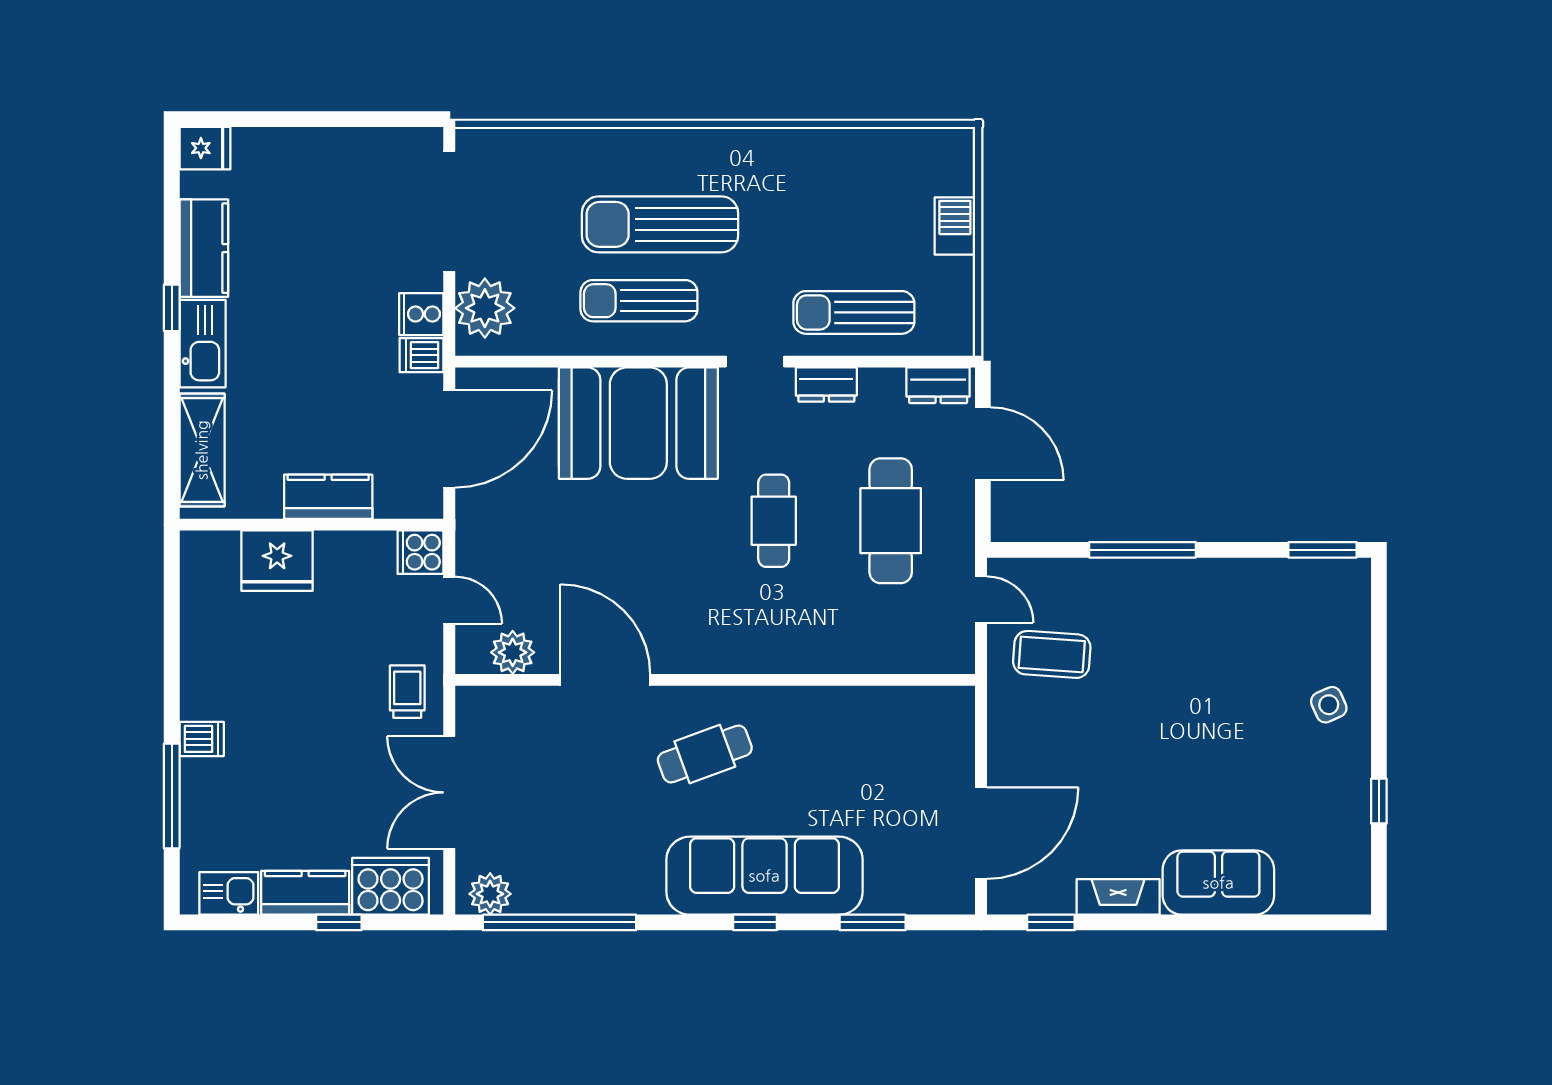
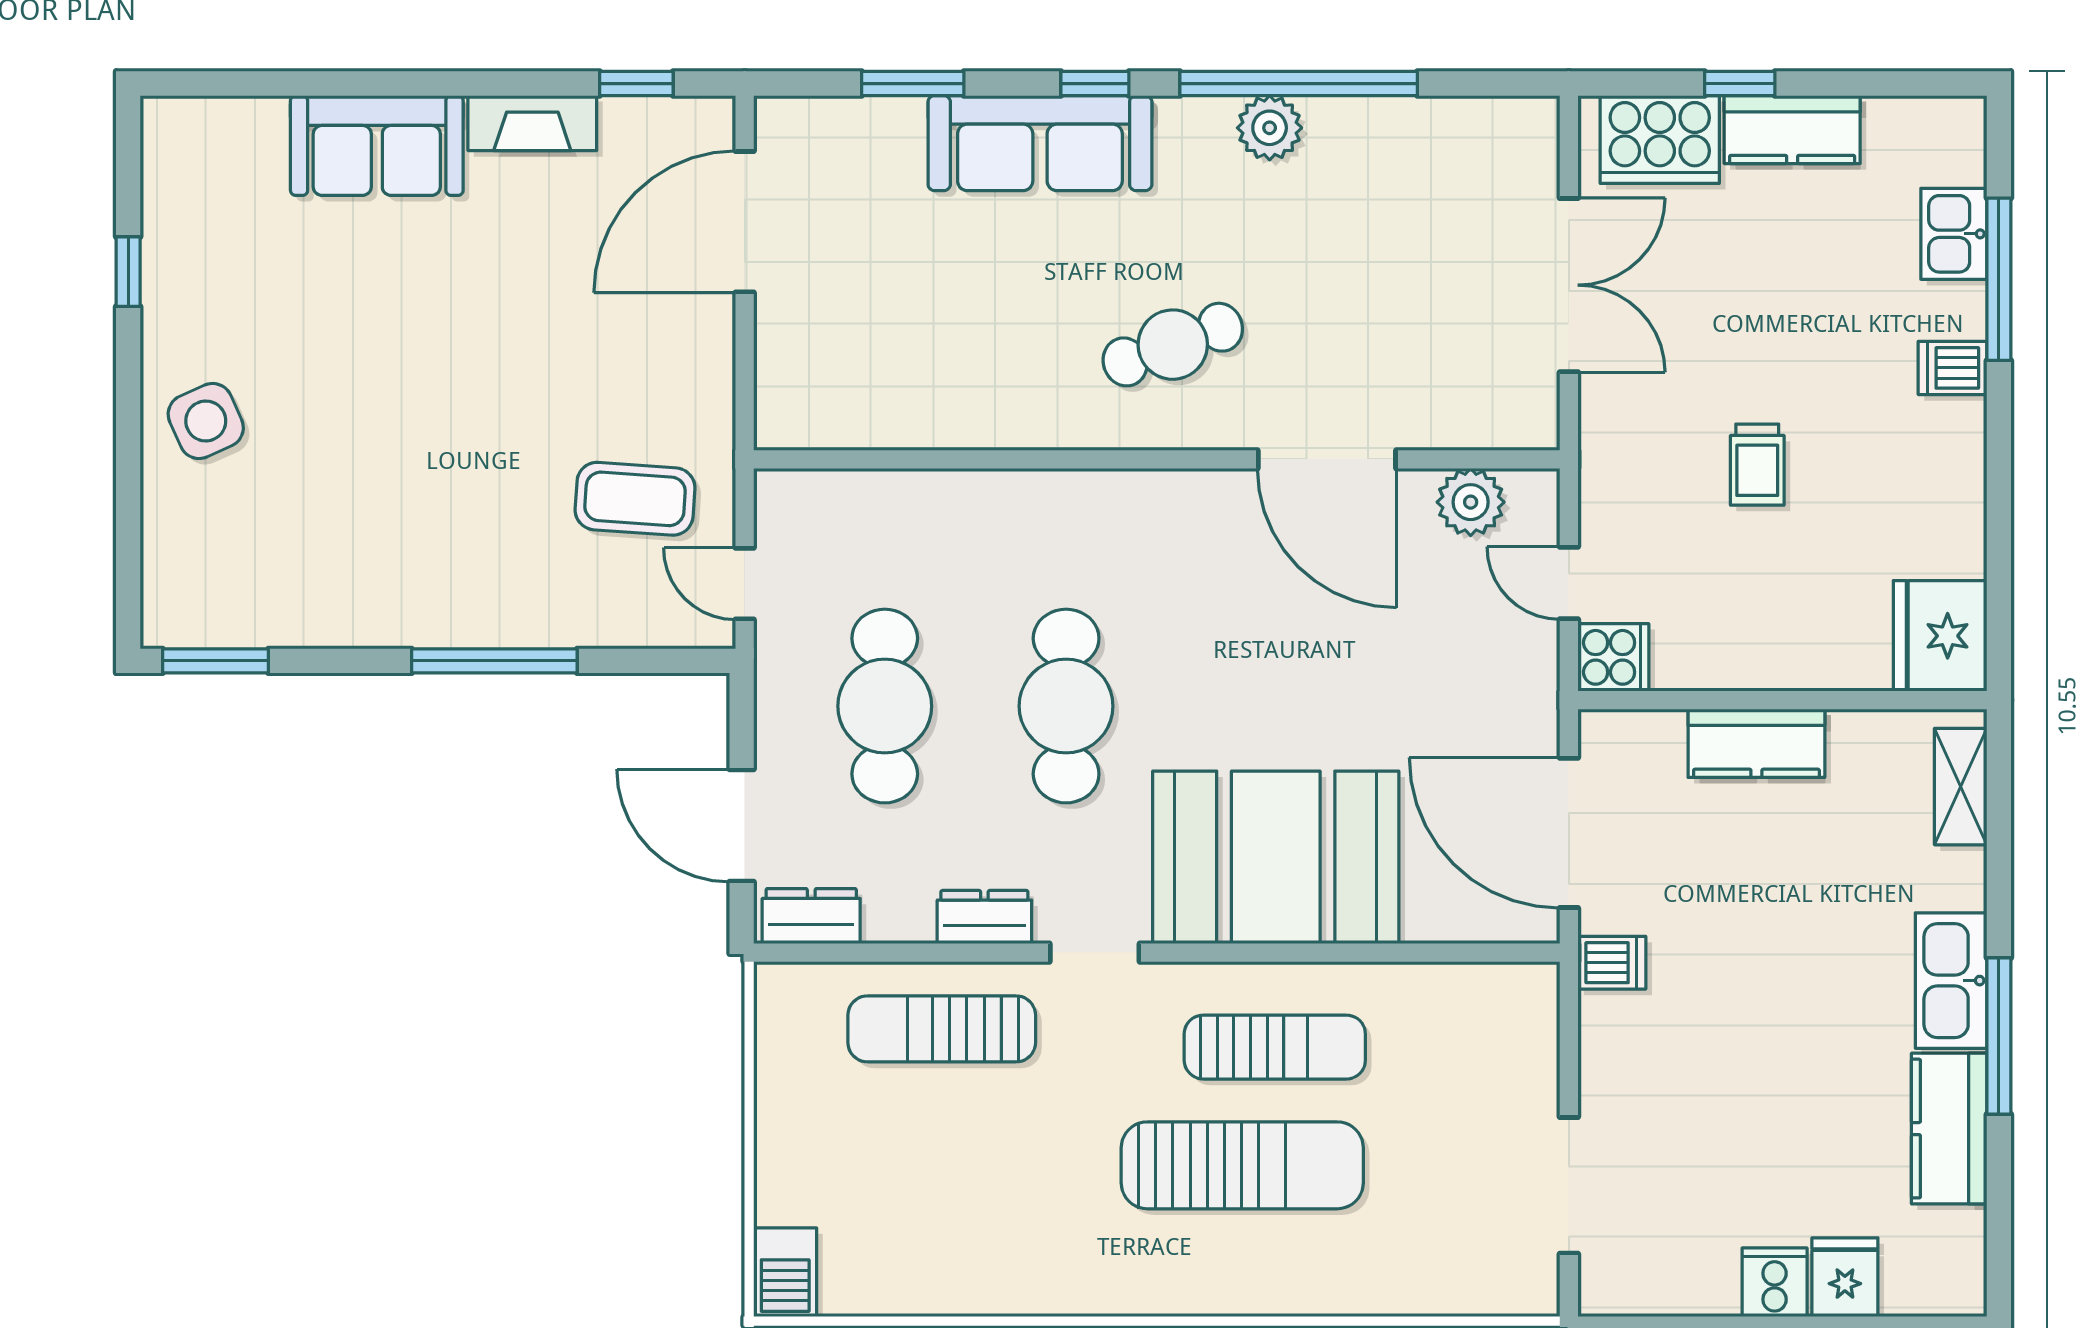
fridge: (205, 148) -> (1845, 1277), moved, turned 90
doorway: (449, 211) -> (1569, 1185), width x0.73
barbecue: (955, 226) -> (785, 1272), moved
window: (172, 308) -> (1999, 1036), width x2.17
plant: (485, 308) -> (1514, 1036), removed
sun lounger: (854, 312) -> (942, 1029), turned 180
cooker: (421, 314) -> (1775, 1282), moved, turned -90
door: (449, 439) -> (1569, 833), hinge flipped
shelving: (202, 450) -> (1961, 787), width x0.67, depth x0.75
cafe table: (774, 521) -> (1066, 706), width x1.37, depth x1.35
fridge: (277, 561) -> (1940, 636), moved, turned -90
trolley: (407, 692) -> (1757, 465), moved
side table: (1329, 705) -> (206, 421), width x1.37, depth x1.37
sofa: (764, 876) -> (1040, 143), width x0.74, depth x0.79
kitchen sink: (229, 893) -> (1954, 234), moved, turned 90
plant: (490, 894) -> (1270, 128), moved
window: (559, 922) -> (1299, 84), moved

